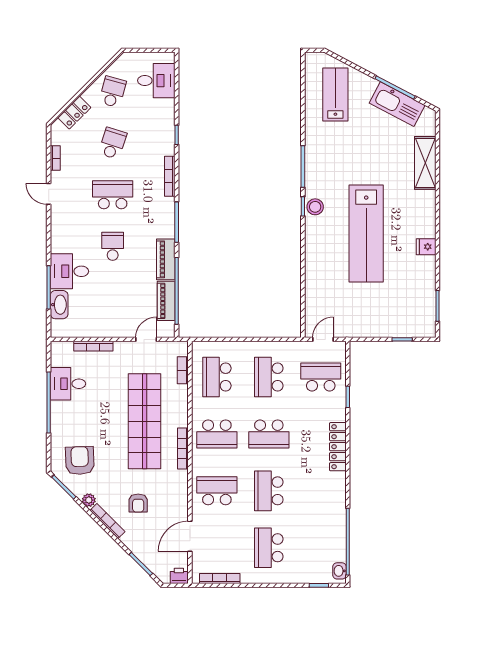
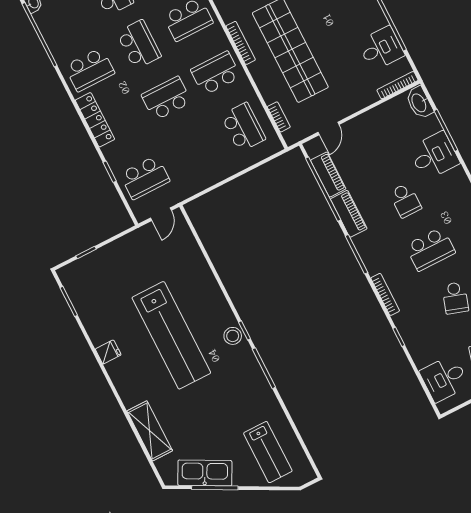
lab bench: (366, 234) -> (171, 335), turned 180
washbasin: (59, 305) -> (419, 103), moved
bookcase: (93, 346) -> (397, 85), moved
school desk: (269, 377) -> (90, 70), moved, turned 90

